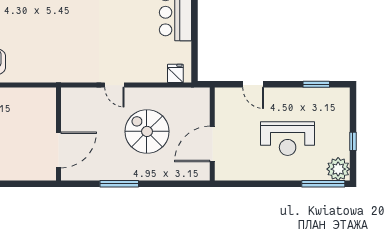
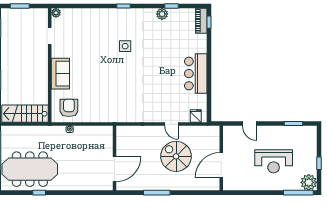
door: (114, 85) -> (171, 124), moved

